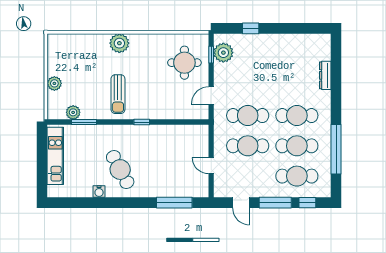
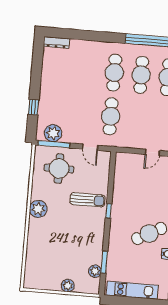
plant: (119, 43) -> (38, 209), moved
window: (211, 55) -> (54, 144), width x2.17
dresser: (325, 75) -> (56, 42), moved
sun lounger: (118, 94) -> (87, 200), moved
cafe table: (248, 146) -> (138, 119), removed

